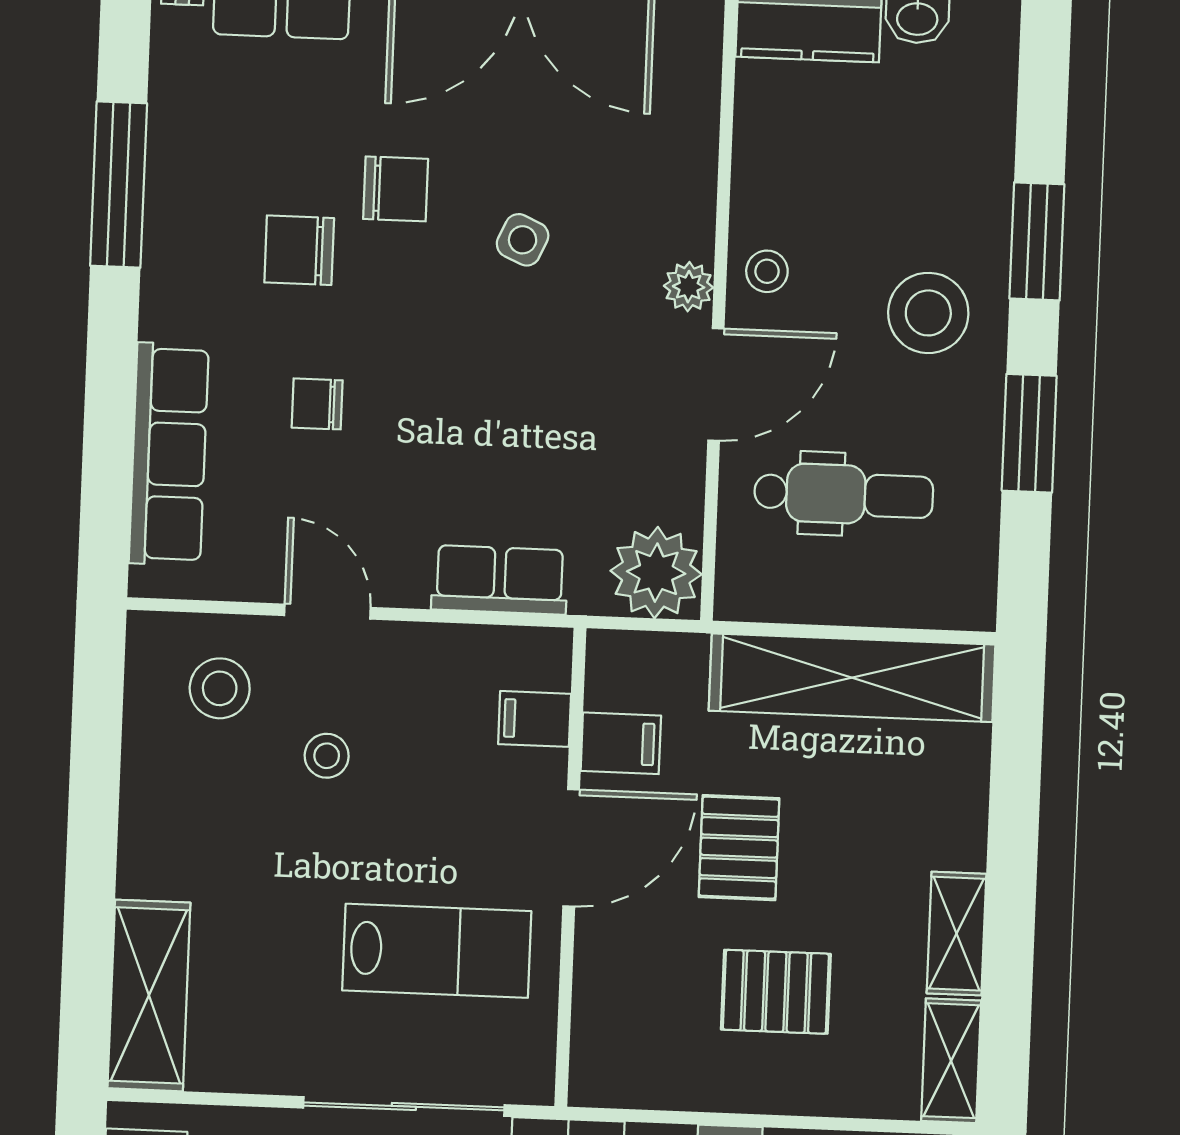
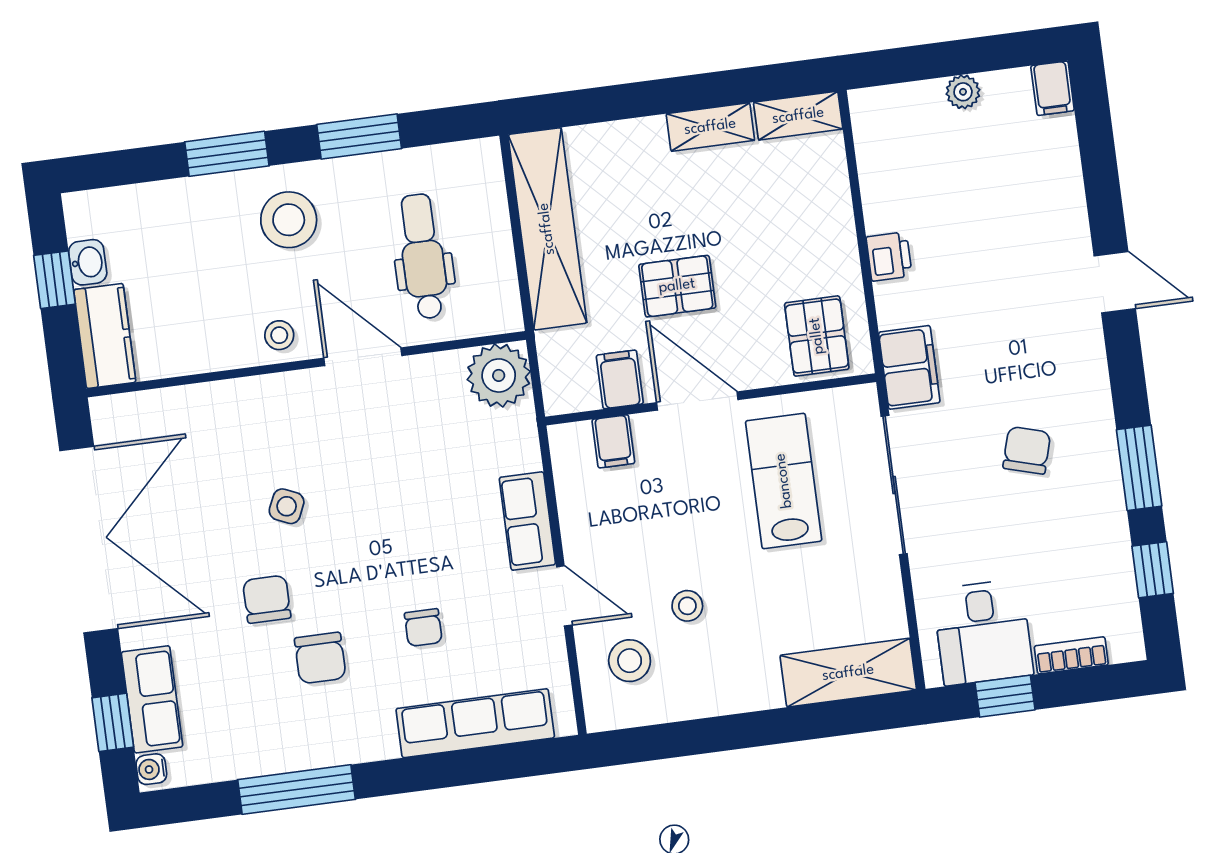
plant: (689, 287) -> (299, 387), removed
row of seats: (500, 580) -> (527, 521), moved
door: (327, 612) -> (564, 596), swing flipped
stool: (327, 756) -> (687, 606), moved
pallet: (776, 992) -> (817, 336), moved

